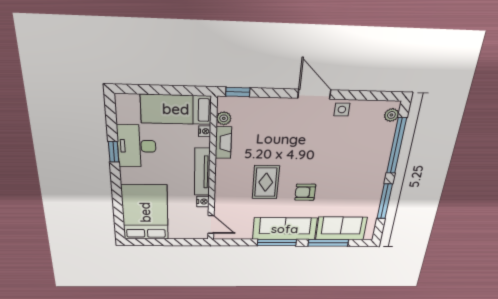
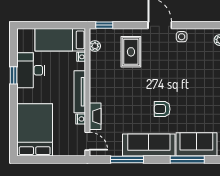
fireplace: (223, 143) -> (95, 116), moved
rug: (266, 182) -> (131, 52), moved
window: (277, 243) -> (127, 160), moved

